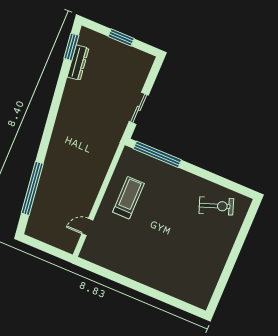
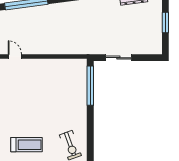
treadmill: (128, 198) -> (26, 145), moved

